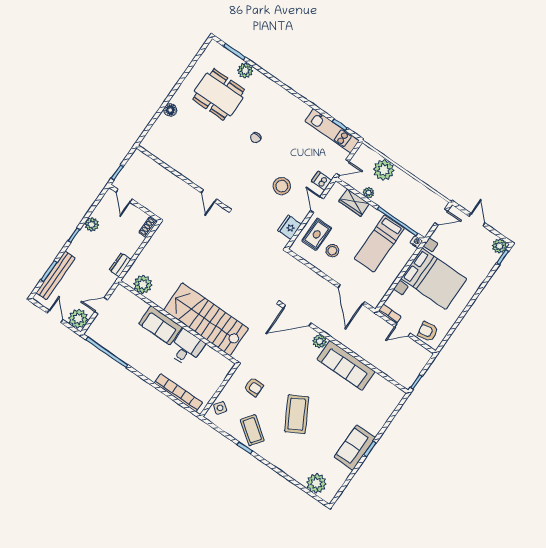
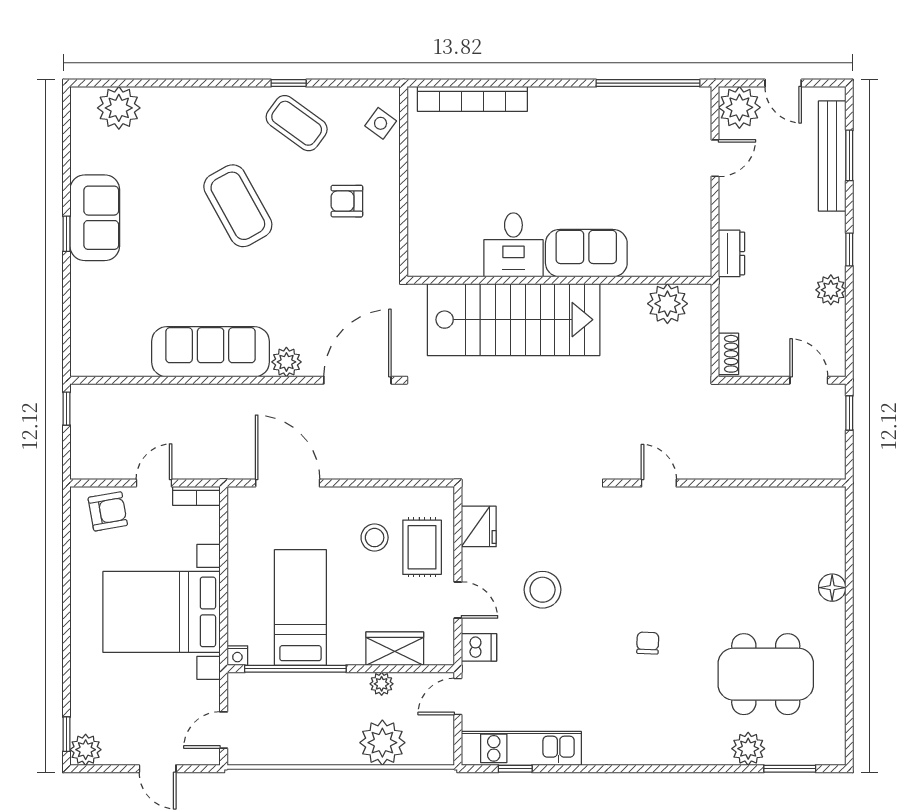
plant: (143, 284) -> (667, 304), moved
stairs: (206, 319) -> (514, 320), moved
wall: (178, 322) -> (559, 280), moved
sofa: (161, 325) -> (586, 253), moved
desk: (186, 348) -> (513, 245), moved

